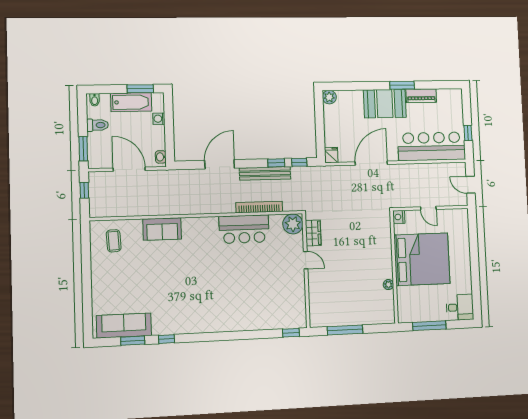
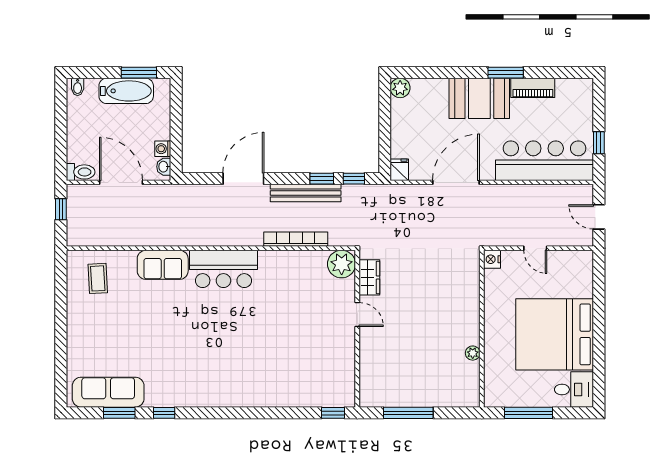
washing machine: (159, 119) -> (163, 149), moved
toilet: (98, 125) -> (81, 172), moved
window: (83, 149) -> (61, 153), removed
bar counter: (244, 229) -> (223, 269), moved
bed: (422, 259) -> (555, 334), moved, turned 180

